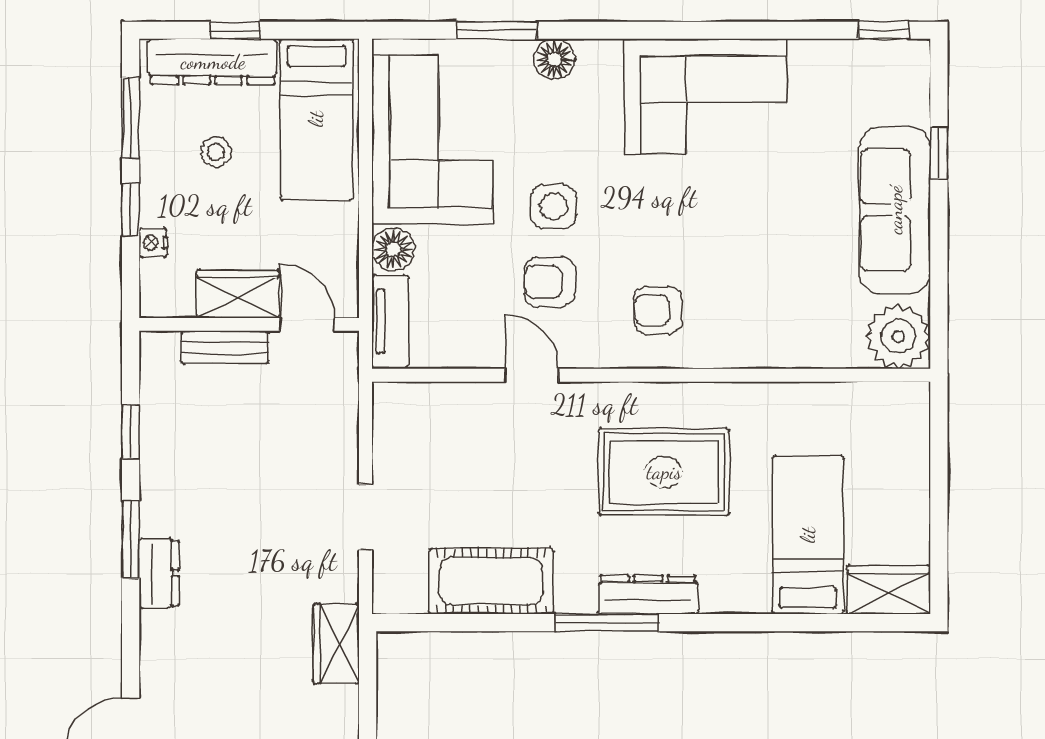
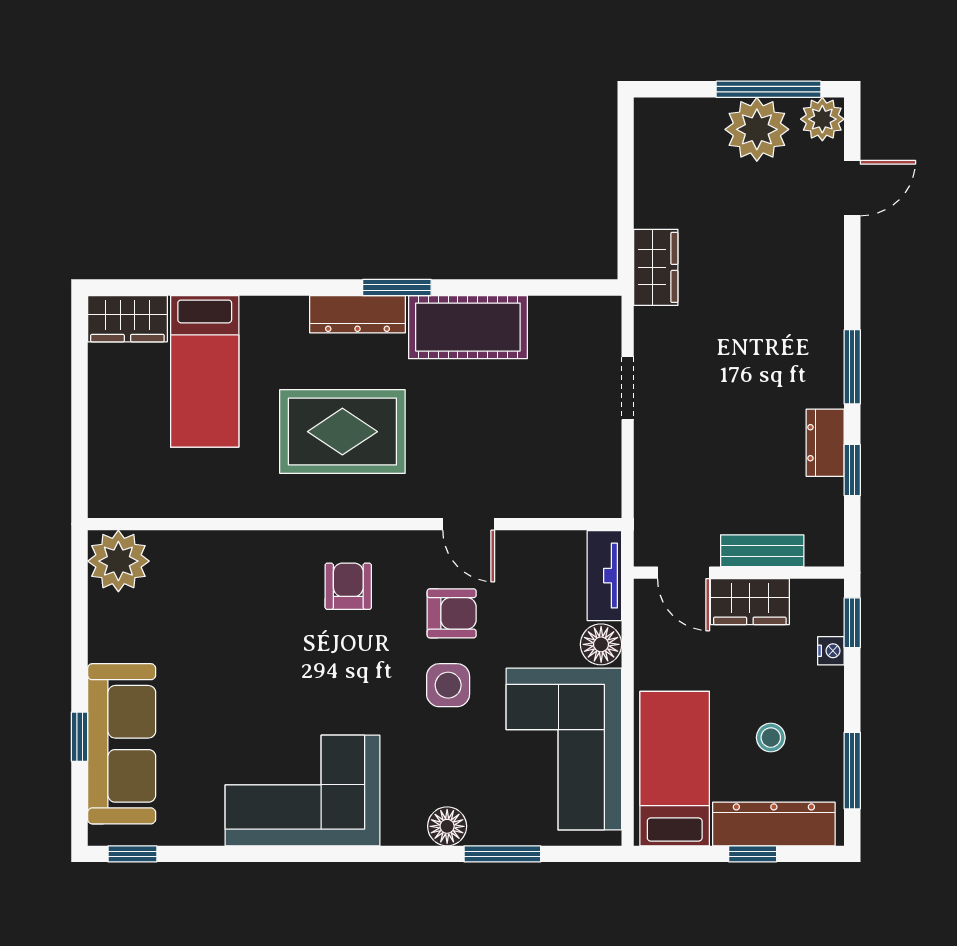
window: (131, 210) -> (852, 623), moved
sofa: (895, 210) -> (122, 744), moved
armchair: (658, 310) -> (348, 586), turned -90
dresser: (159, 573) -> (825, 443), moved
cot: (491, 581) -> (468, 327), moved
window: (607, 623) -> (397, 287), width x0.69

